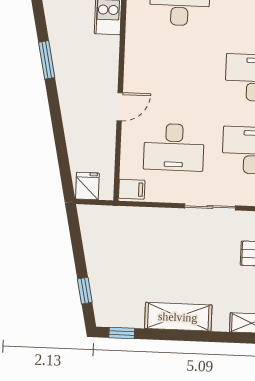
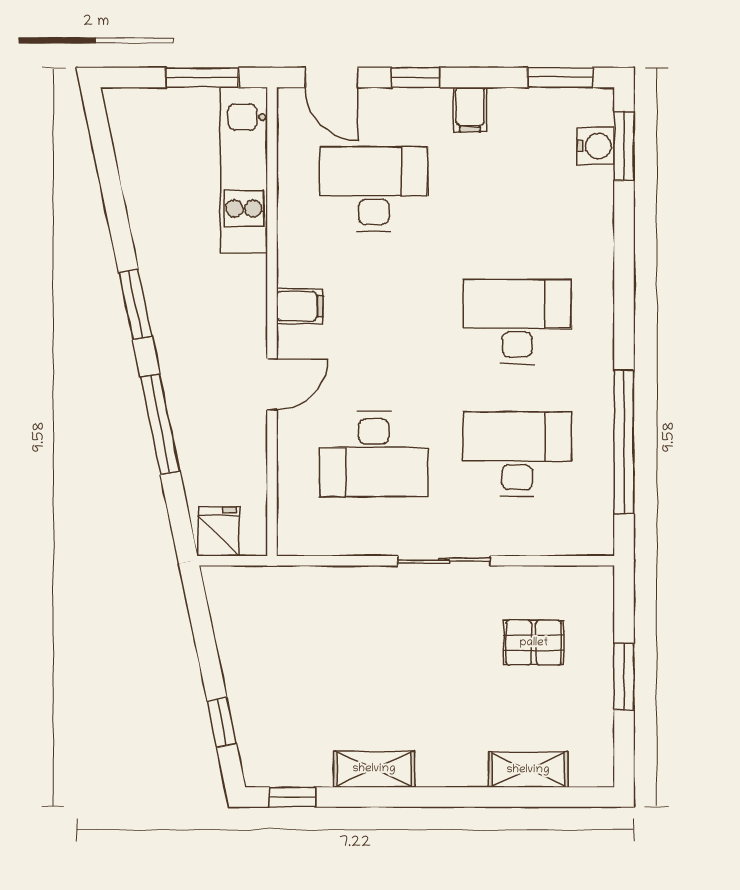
window: (58, 126) -> (160, 424), added
filing cabinet: (132, 189) -> (300, 306), moved
shelving: (178, 317) -> (374, 769), width x0.67, depth x0.75

